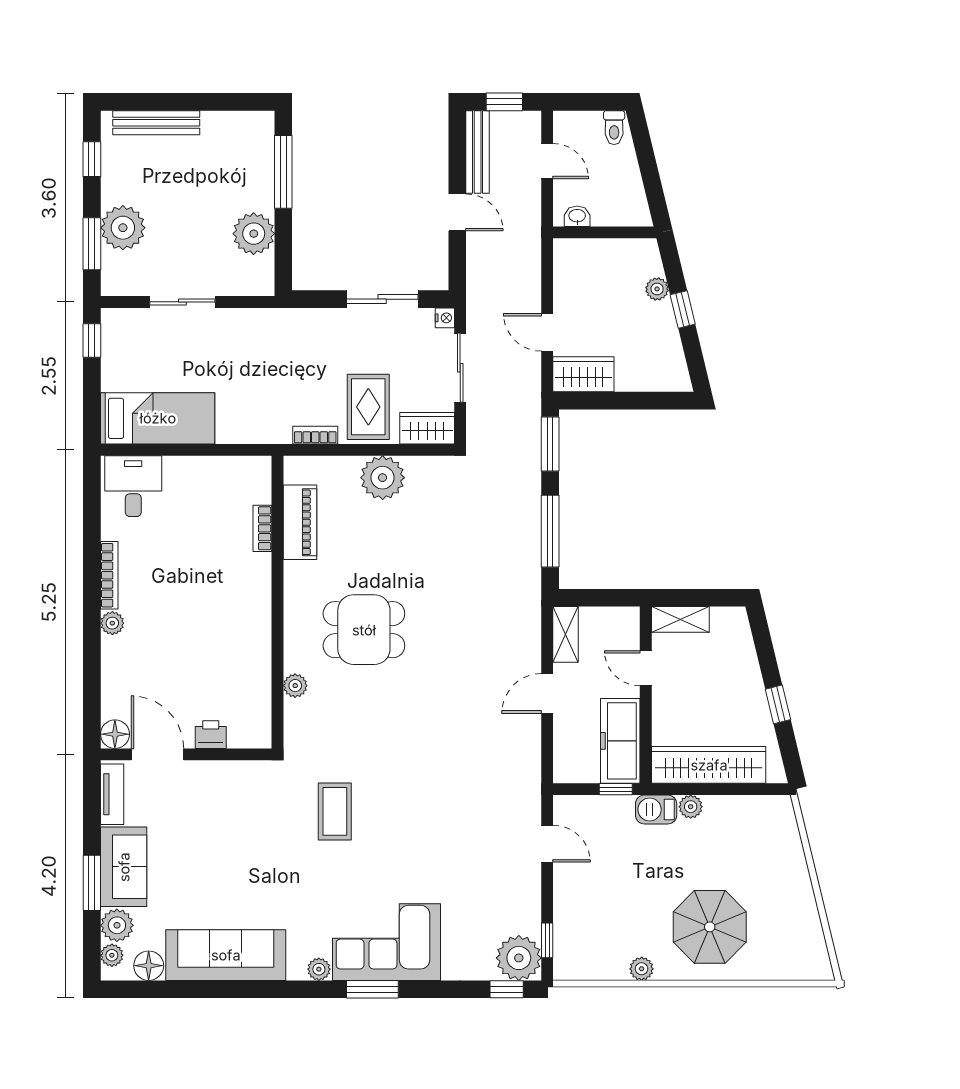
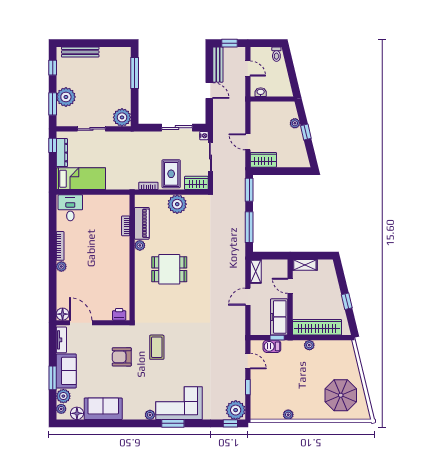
plant: (254, 234) -> (122, 117), moved
dresser: (114, 357) -> (62, 153), added
plant: (295, 686) -> (140, 245), moved
printer: (211, 735) -> (119, 314), moved
barbecue: (656, 809) -> (272, 346), moved
armchair: (253, 834) -> (122, 357), added
parasol: (710, 927) -> (341, 395), moved
window: (547, 940) -> (248, 387), moved
sofa: (226, 955) -> (103, 409), width x0.73

